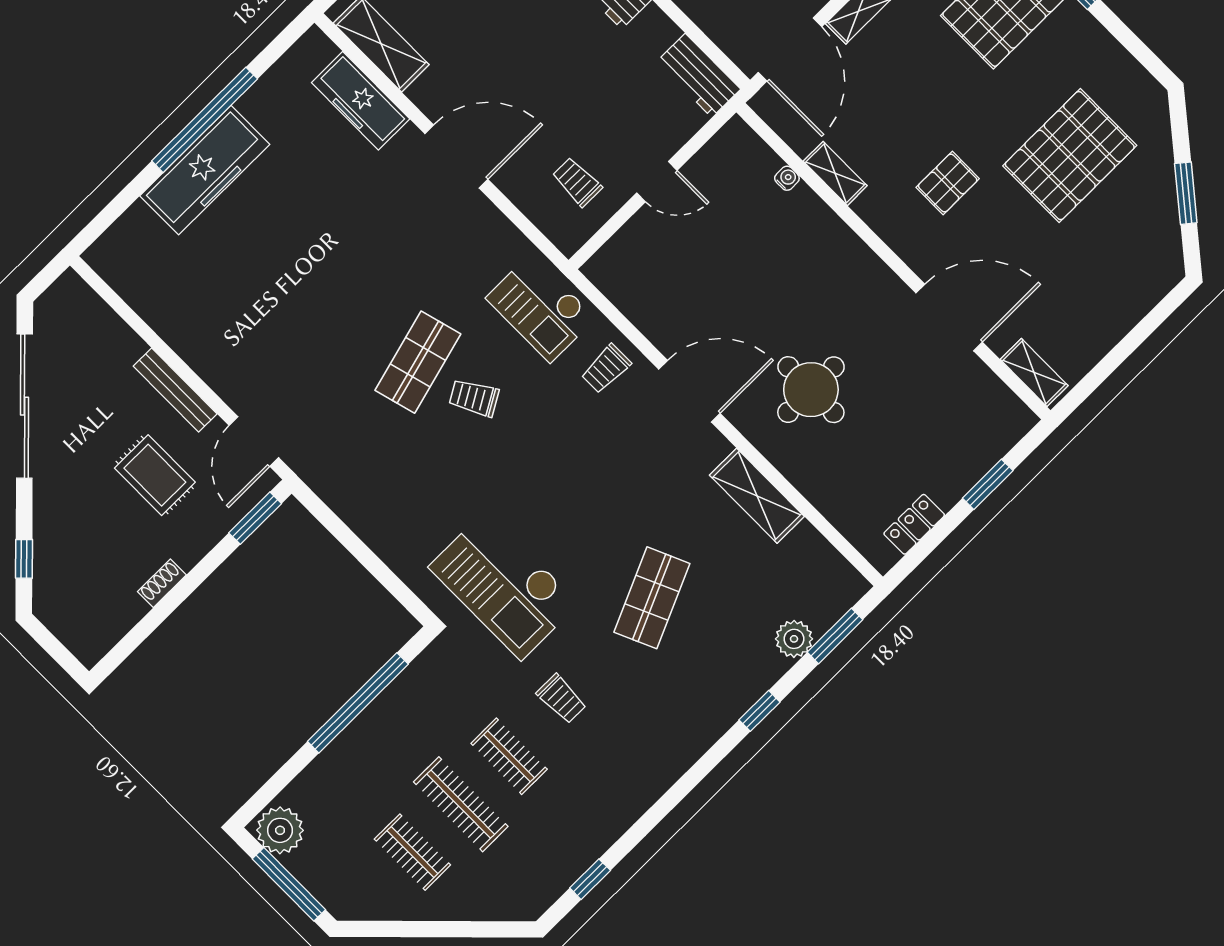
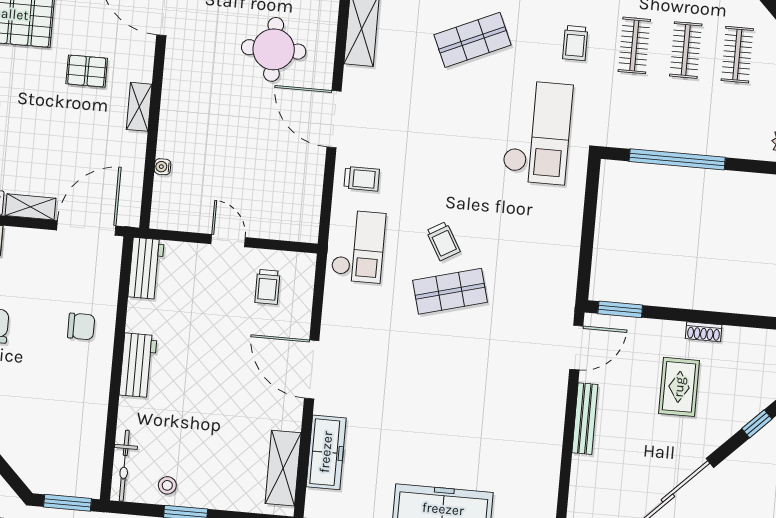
shelving: (835, 173) -> (139, 107), moved
rug: (155, 475) -> (679, 387), moved
trolley: (561, 699) -> (575, 43), turned 180
clothes rail: (461, 804) -> (686, 50), width x0.73

